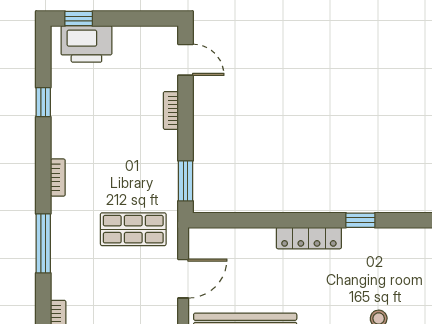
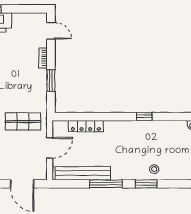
window: (186, 181) -> (51, 81), moved
locker: (309, 238) -> (86, 126), moved

